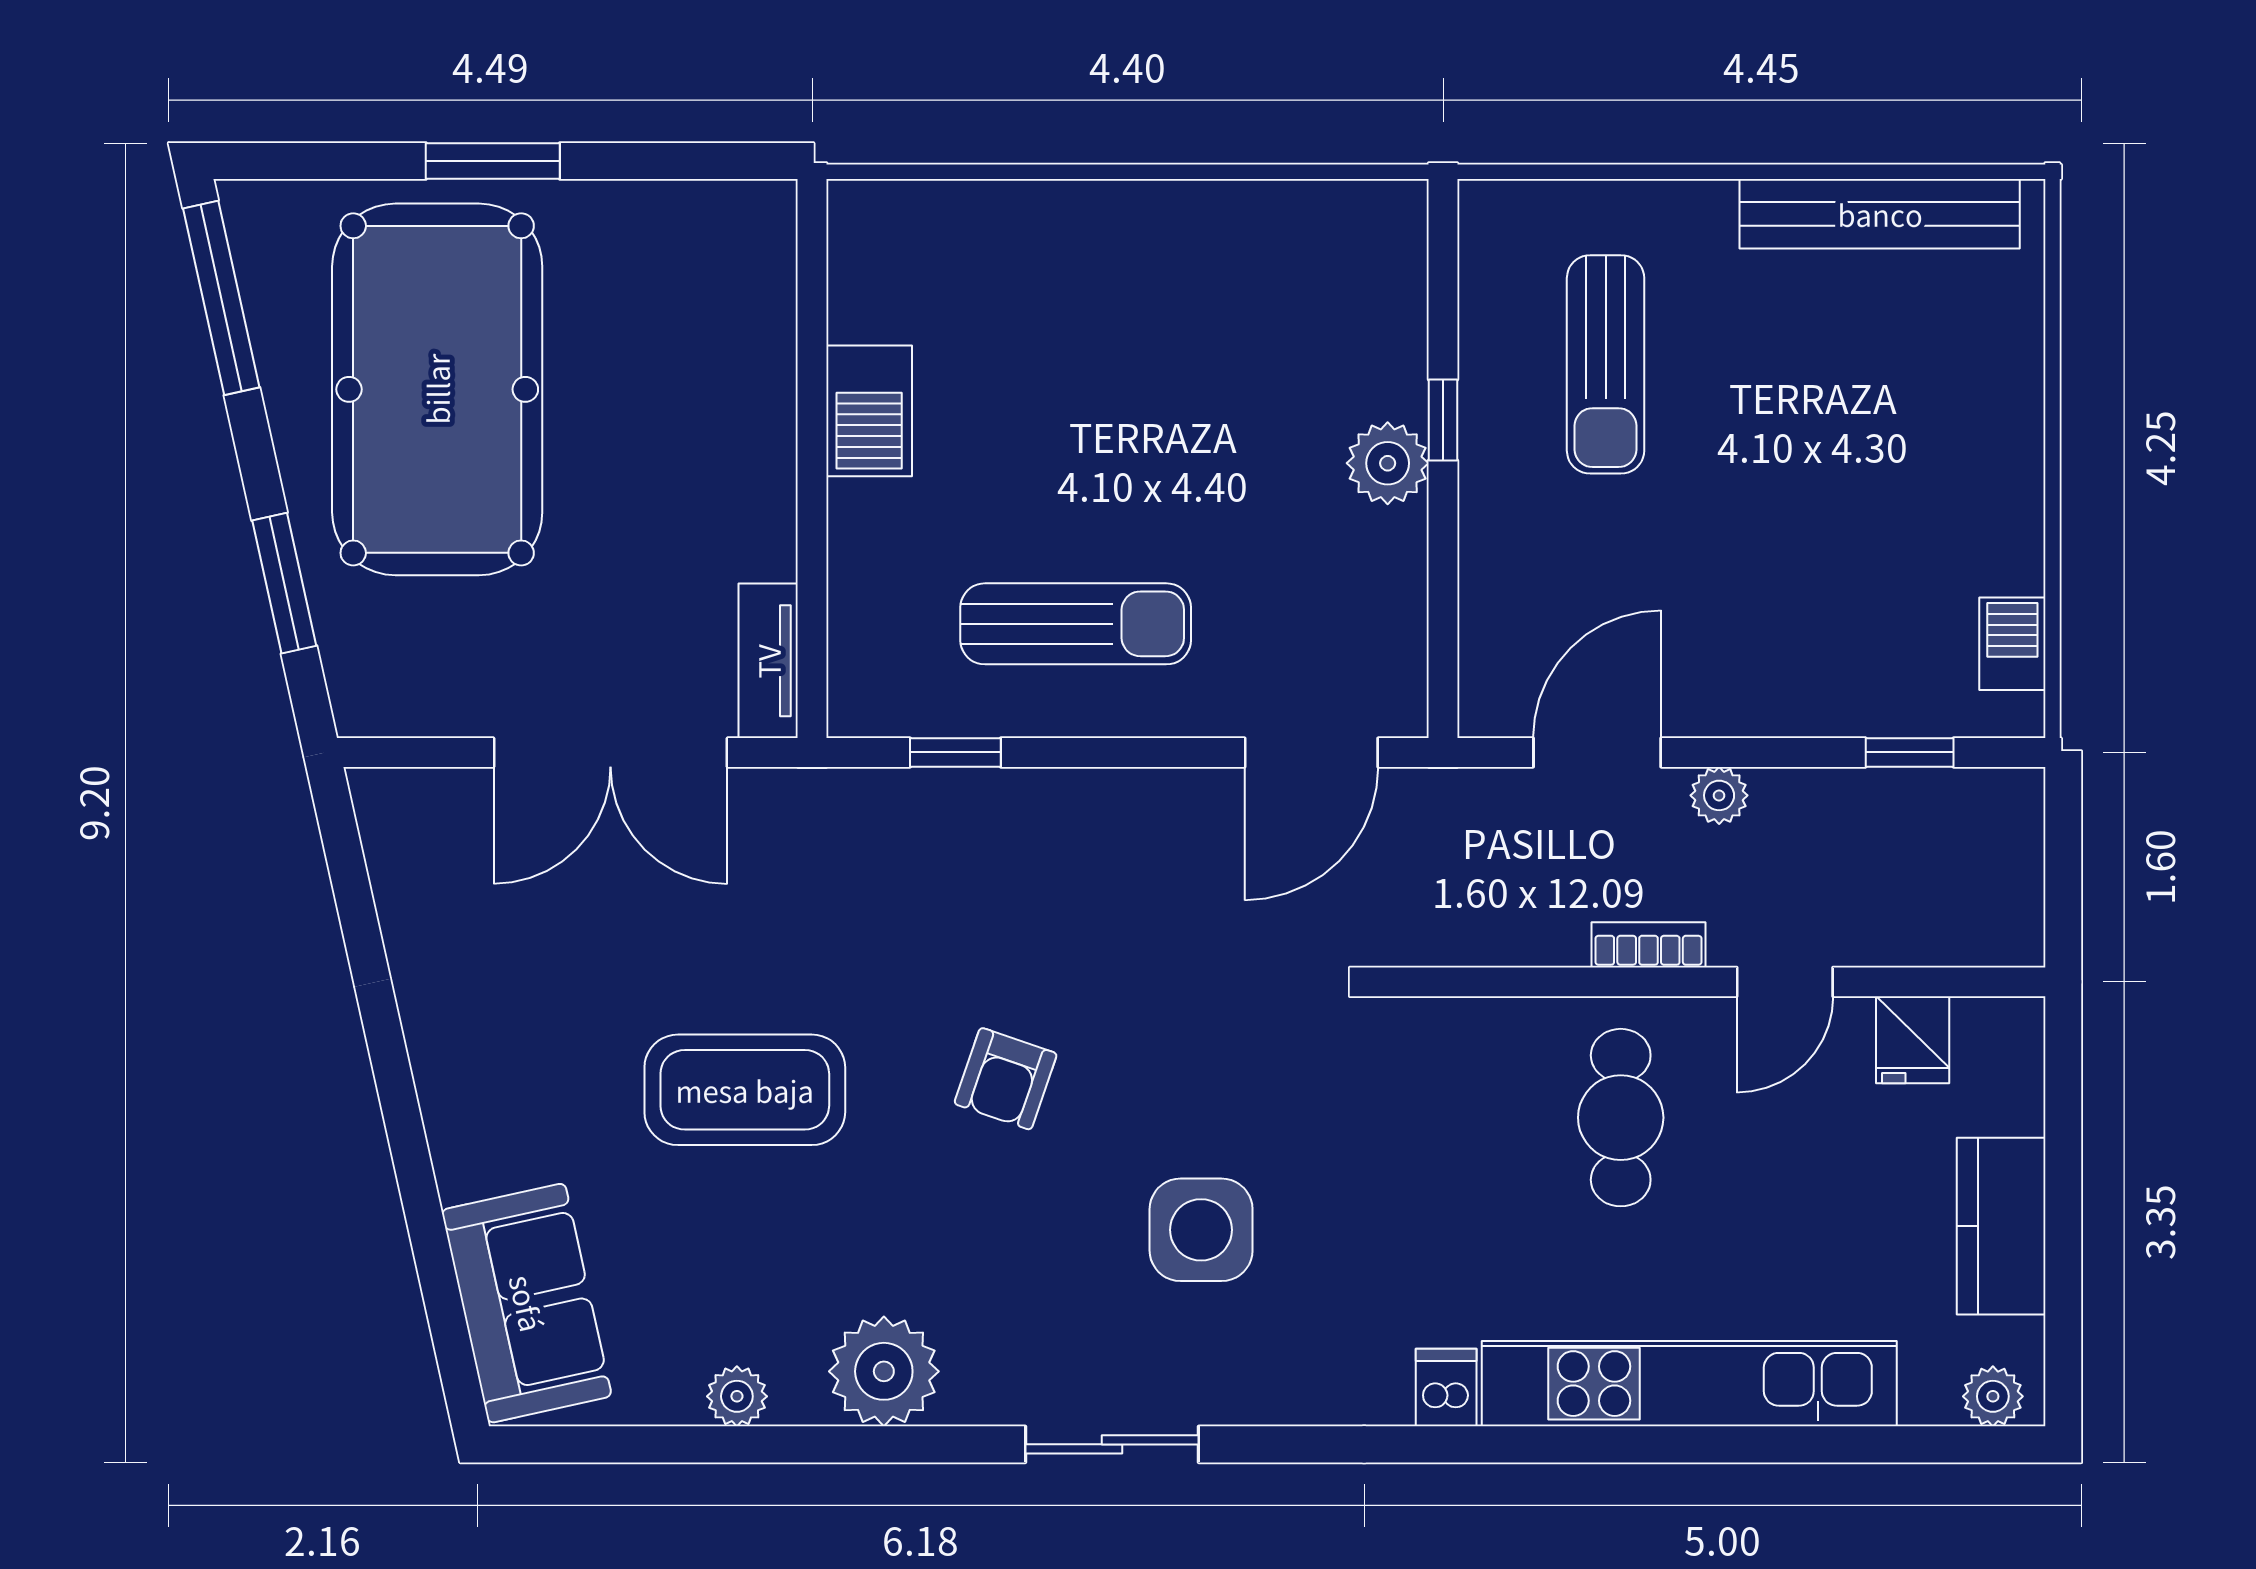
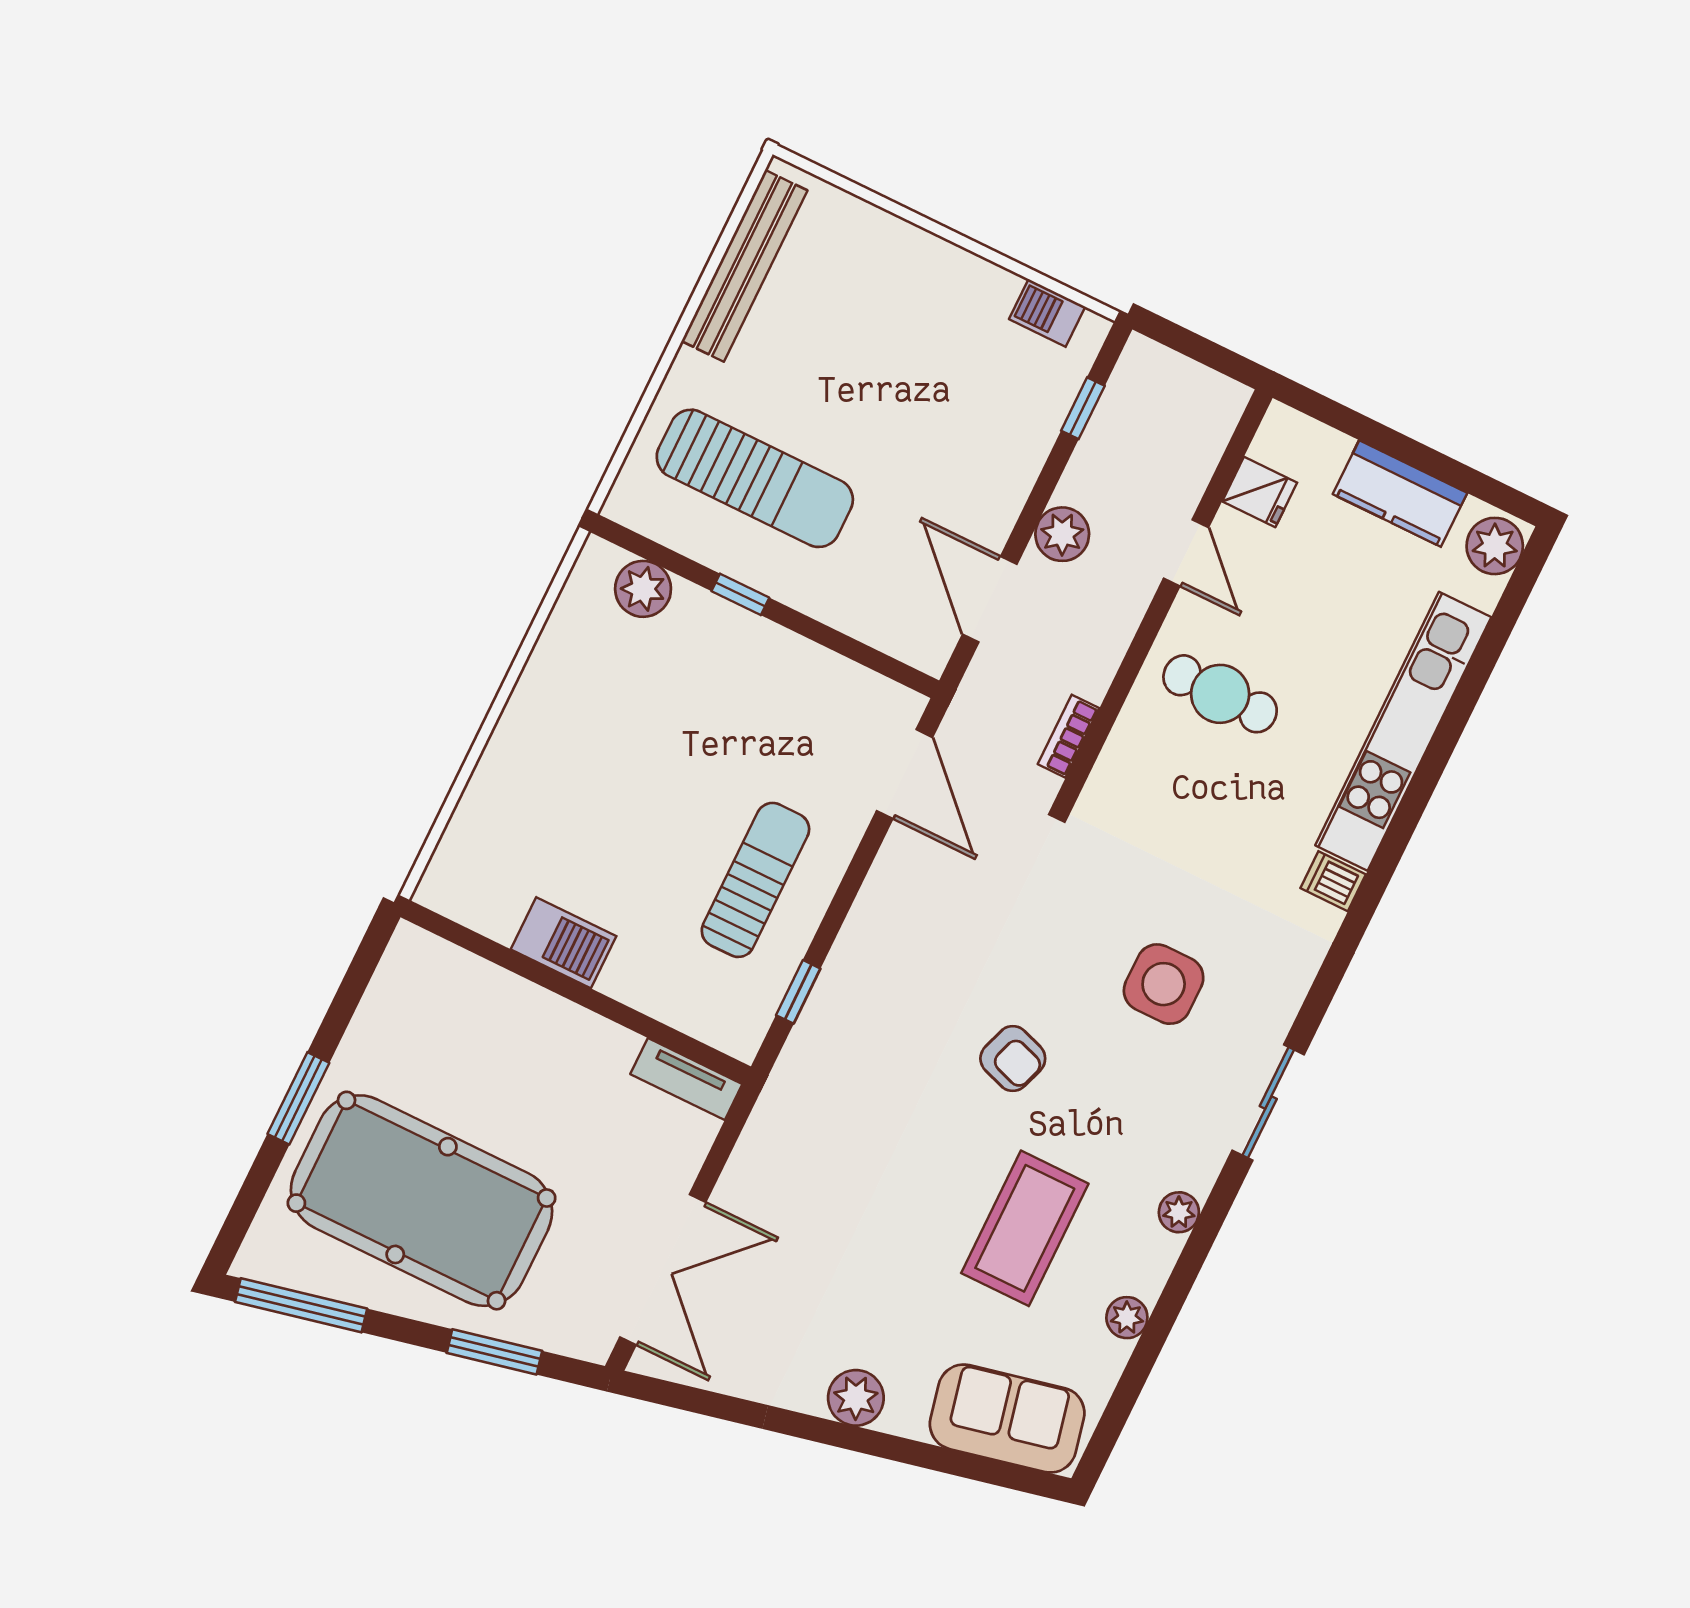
sun lounger: (1606, 364) -> (755, 478), width x1.36, depth x1.34
plant: (1388, 463) -> (643, 589), moved
double door: (610, 752) -> (663, 1270), moved
plant: (1719, 795) -> (1062, 534), width x1.38, depth x1.38
bookcase: (1648, 945) -> (1069, 736), moved
plant: (456, 1090) -> (856, 1398), added
coffee table: (745, 1090) -> (1025, 1228), moved
plant: (884, 1371) -> (1179, 1212), width x0.53, depth x0.53
plant: (1993, 1396) -> (1495, 546), width x1.38, depth x1.38

